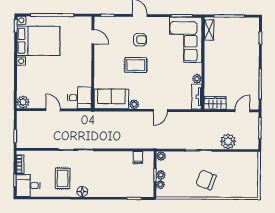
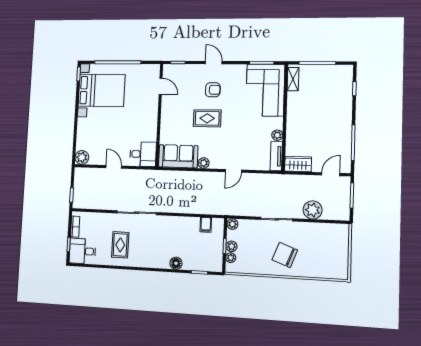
floor lamp: (82, 192) -> (176, 263), moved

